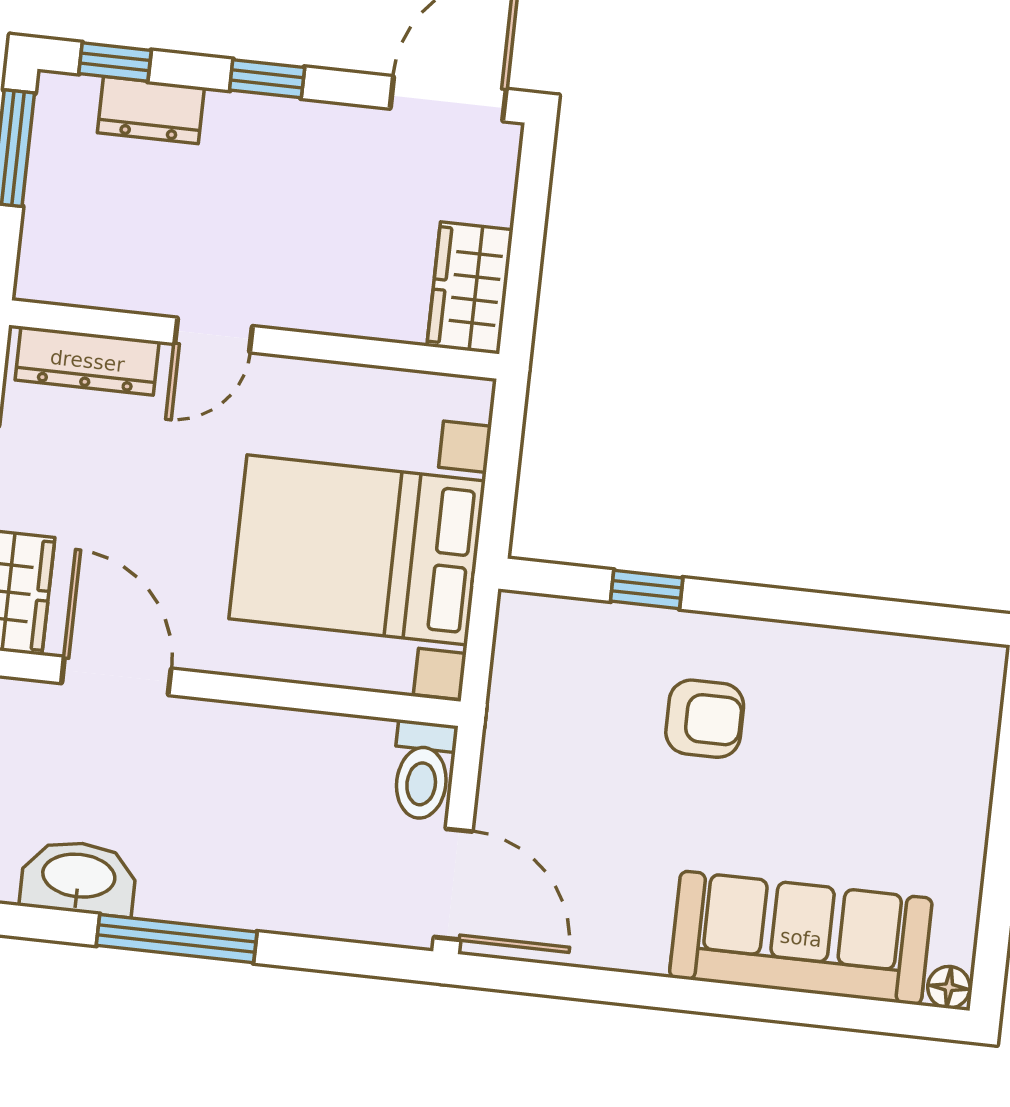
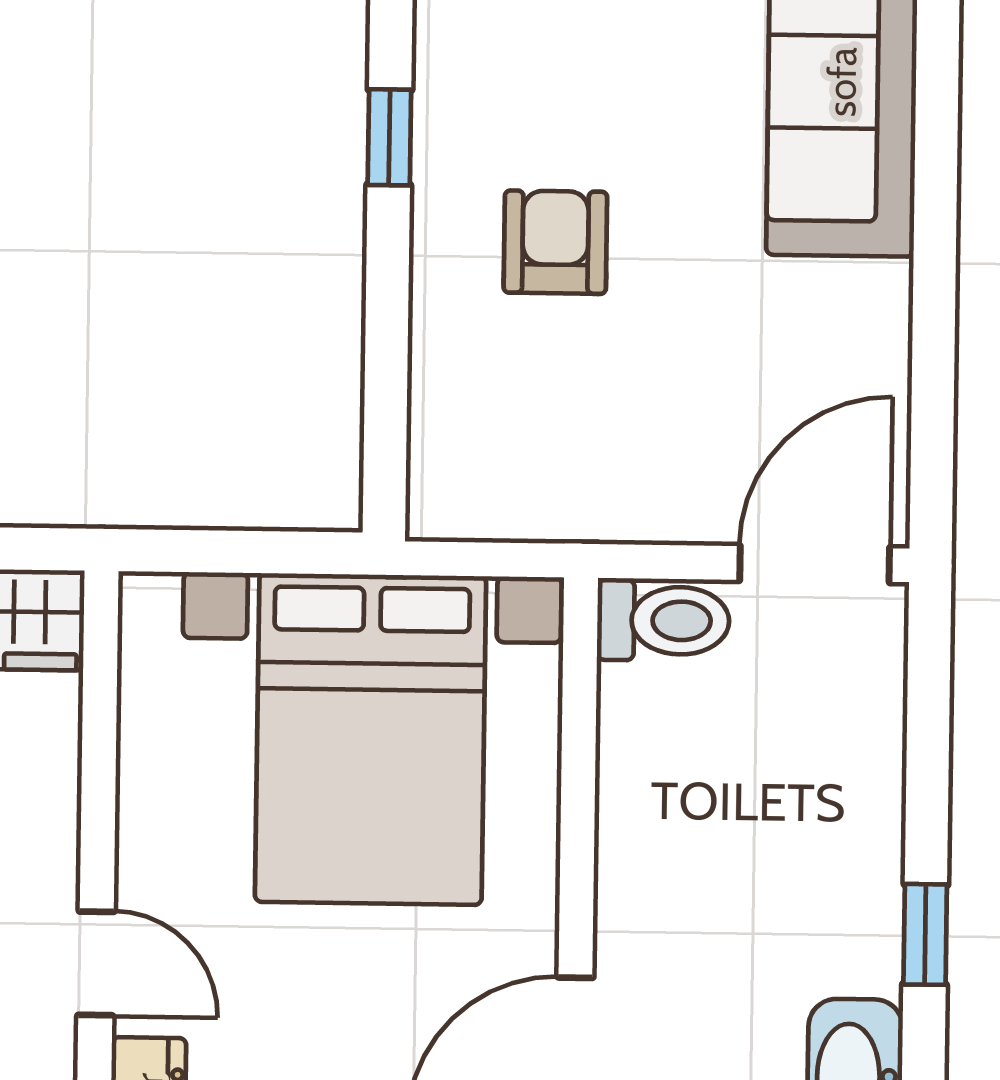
window: (647, 590) -> (389, 137), moved
window: (177, 939) -> (925, 934), width x0.46

